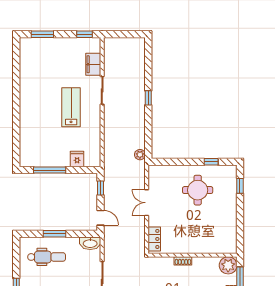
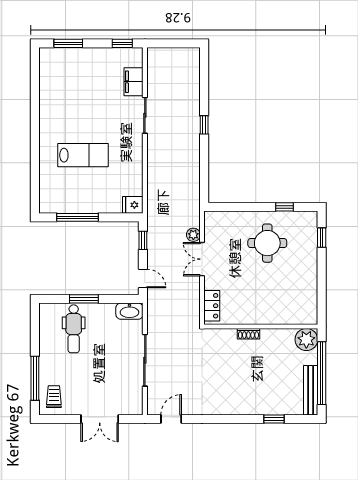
lab bench: (71, 107) -> (83, 155), moved, turned 90
plant: (140, 155) -> (193, 235), moved
fridge: (77, 159) -> (133, 205), moved, turned -90
dental chair: (47, 257) -> (74, 329), turned 90

